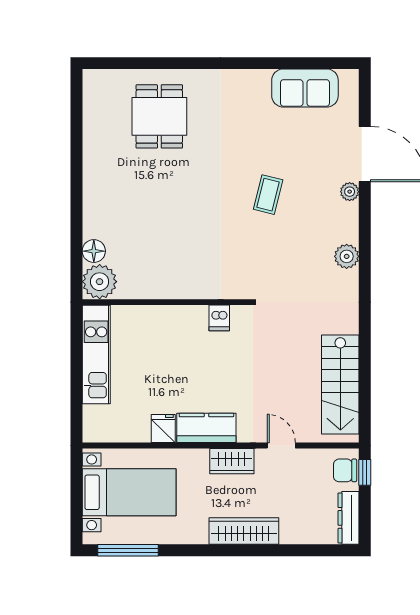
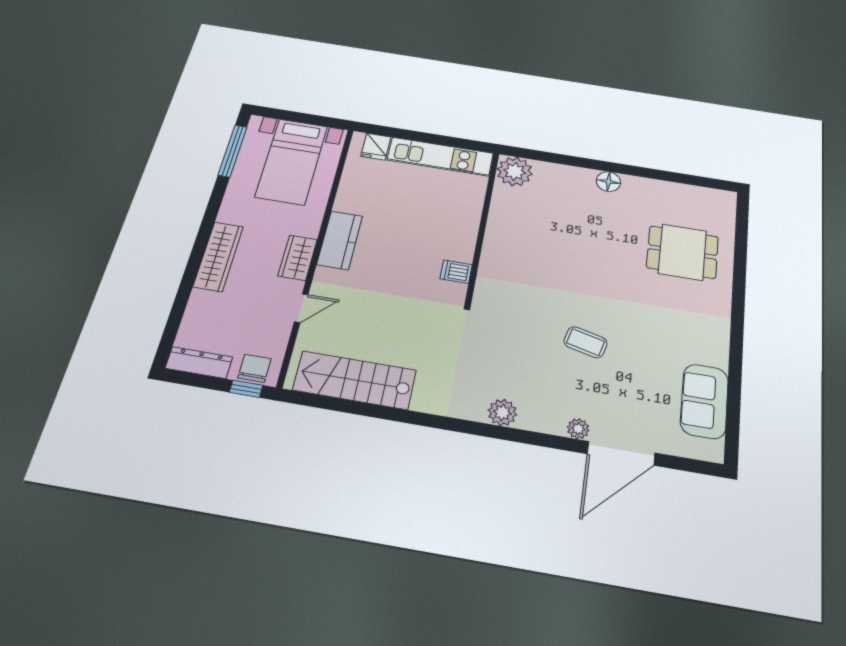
floor lamp: (94, 251) -> (608, 182), moved
fridge: (163, 429) -> (376, 147), moved, turned 90

